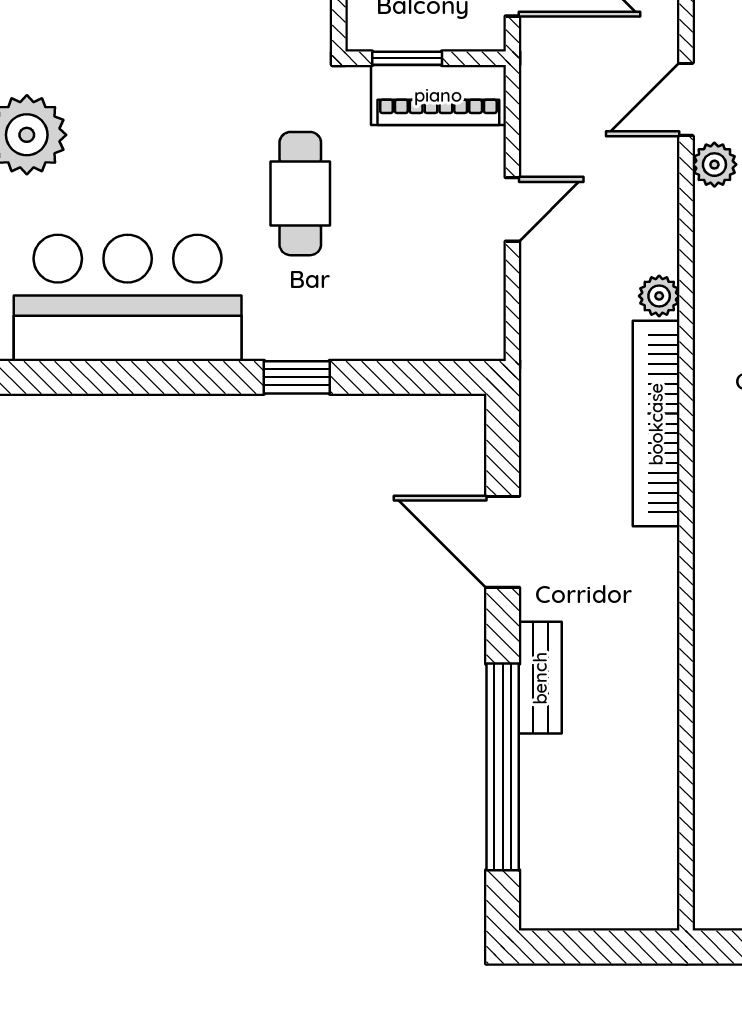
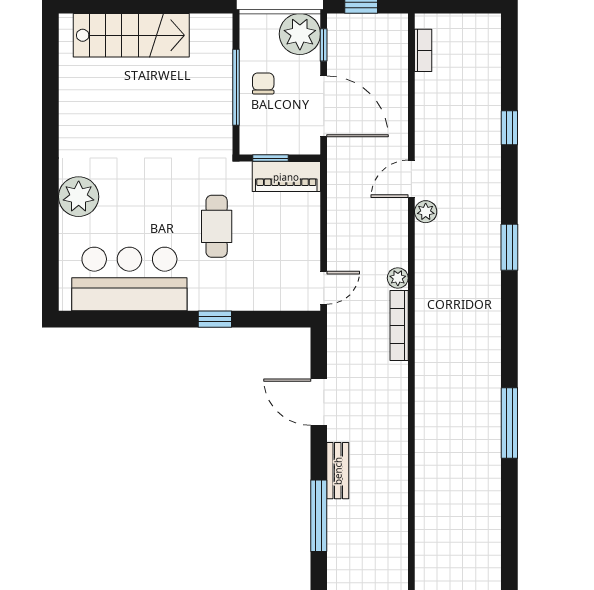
door: (512, 209) -> (324, 288), moved
bookcase: (656, 424) -> (399, 326), width x0.68, depth x0.76
window: (503, 767) -> (319, 516), width x0.68

